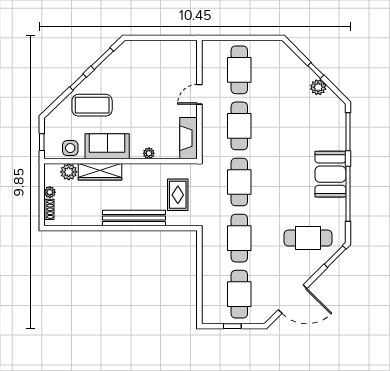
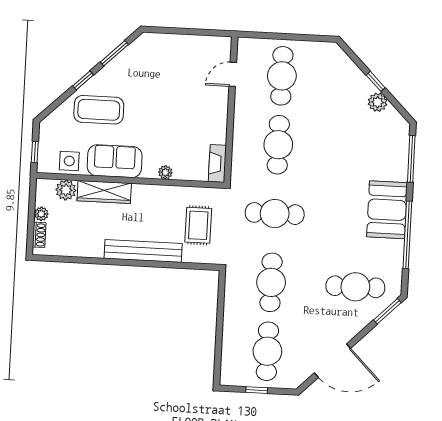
door: (199, 94) -> (233, 74), moved
fireplace: (189, 138) -> (217, 163), width x0.73, depth x0.76
cafe table: (239, 182) -> (275, 214), turned 90

